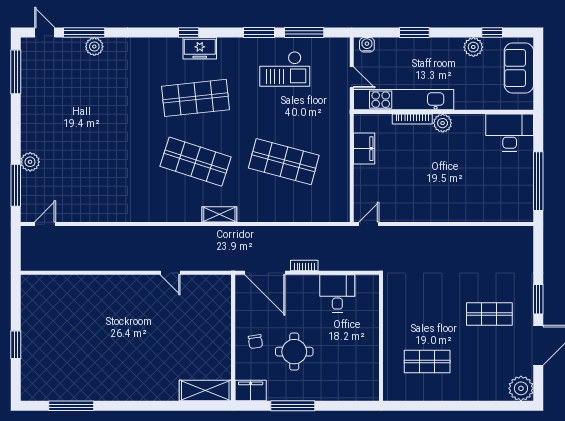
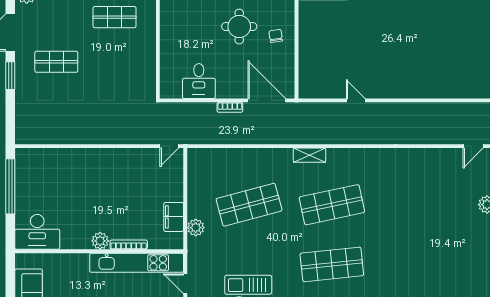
plant: (341, 137) -> (196, 228), added
shop shelf: (196, 162) -> (332, 205), turned -30
shop shelf: (284, 162) -> (249, 205), turned -30

